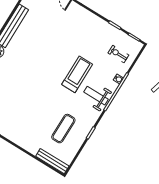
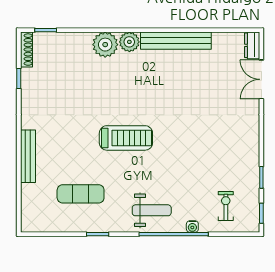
treadmill: (77, 74) -> (126, 138), moved
weight bench: (96, 96) -> (152, 210), turned 90
bench: (52, 161) -> (28, 156), moved

